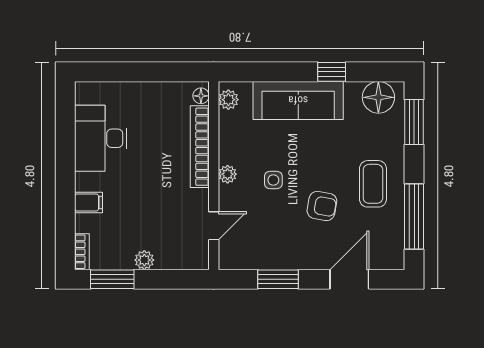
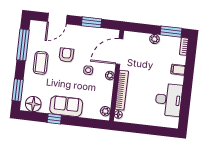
sofa: (298, 100) -> (66, 106), width x0.73
armchair: (322, 206) -> (66, 55), turned 80
door: (214, 226) -> (119, 52), width x1.87

